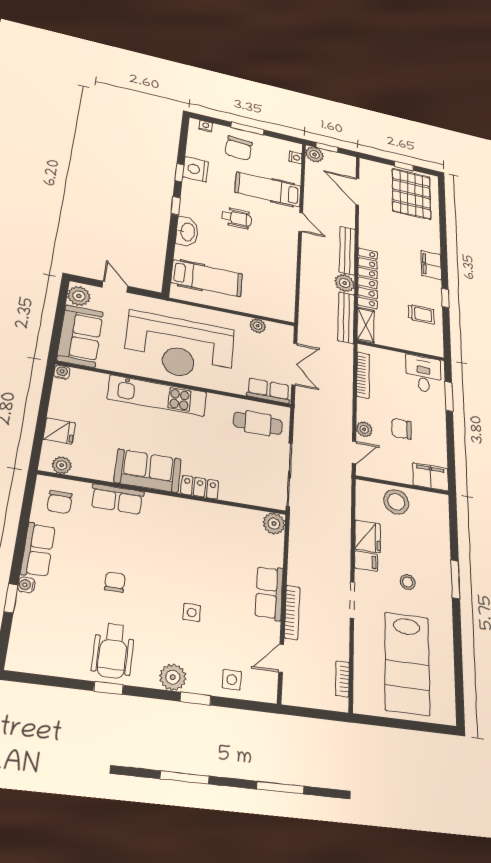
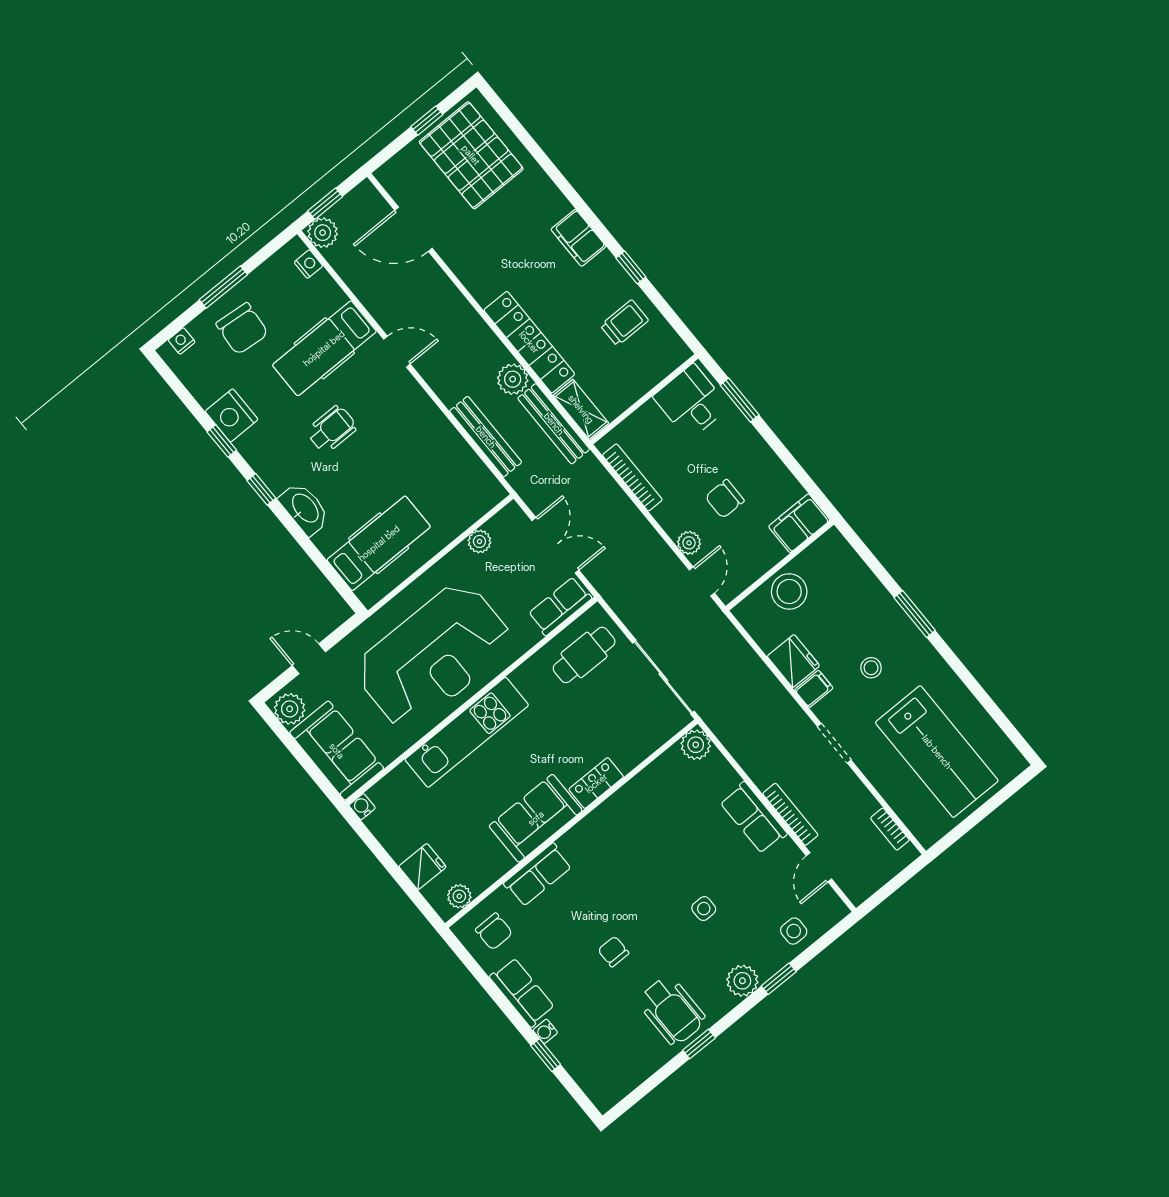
bench: (347, 250) -> (486, 437), moved

